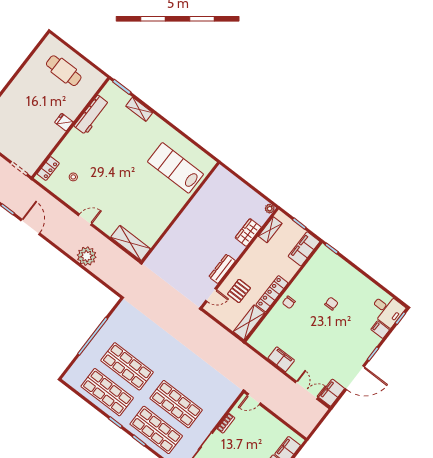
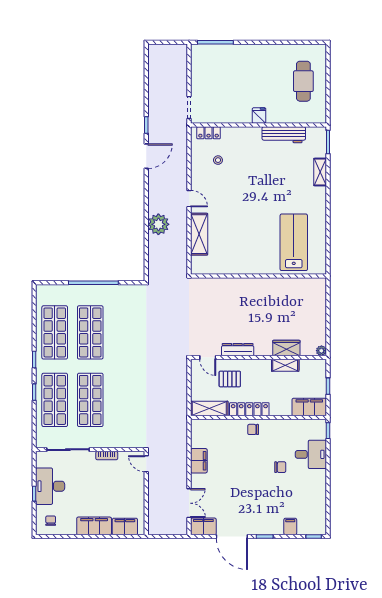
shelving: (270, 230) -> (285, 365), moved
shelving: (131, 243) -> (199, 234), moved
desk: (387, 310) -> (311, 454), moved, turned -90

